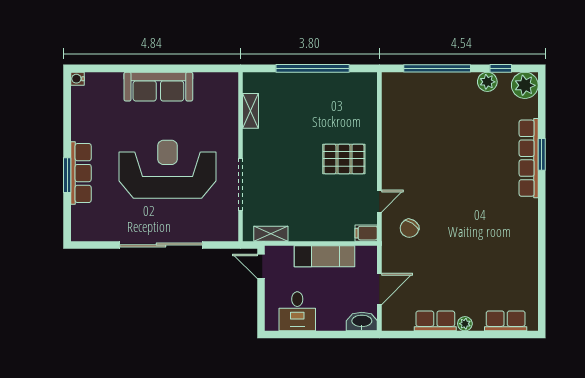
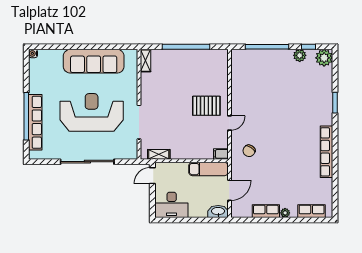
sofa: (158, 87) -> (94, 61), width x1.36, depth x1.27
shelving: (251, 111) -> (146, 61), moved
row of seats: (529, 158) -> (327, 152), moved
row of seats: (81, 173) -> (35, 122), width x1.36
window: (67, 175) -> (26, 116), width x2.11
door: (379, 201) -> (229, 123), moved
exam couch: (325, 256) -> (208, 169), moved
door: (261, 266) -> (152, 176), hinge flipped
desk: (297, 311) -> (172, 205), width x1.37

